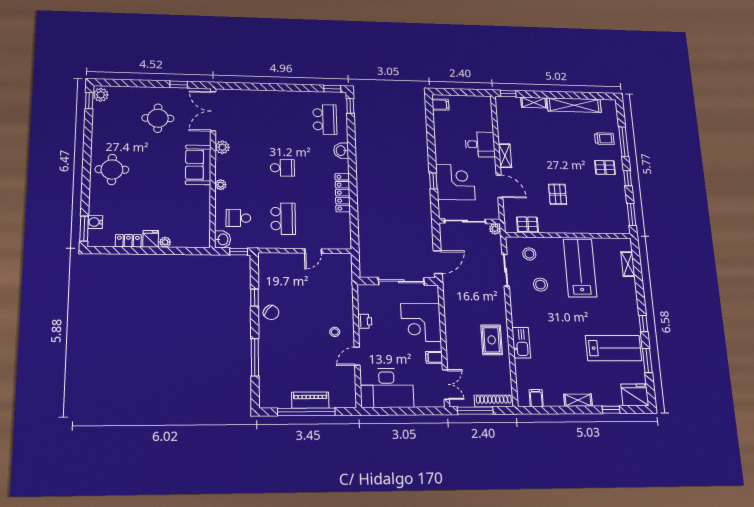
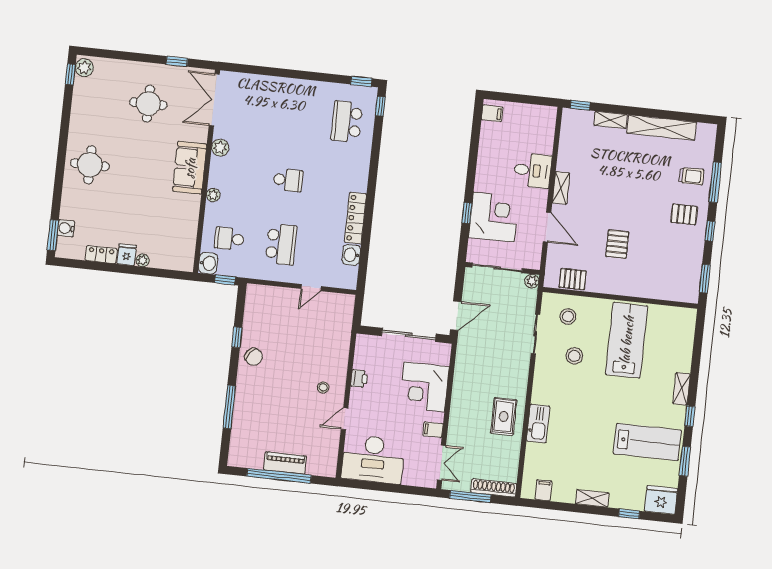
school desk: (325, 119) -> (347, 122), turned 180
washbasin: (341, 151) -> (351, 255), moved
shelving: (628, 264) -> (681, 389), moved

